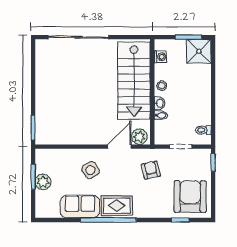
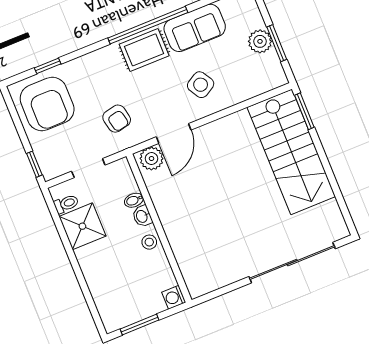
shower: (199, 51) -> (82, 226), moved
washing machine: (160, 57) -> (174, 297), moved
stairs: (134, 81) -> (291, 152), moved, turned 180

